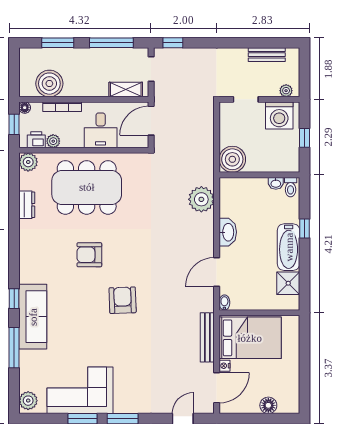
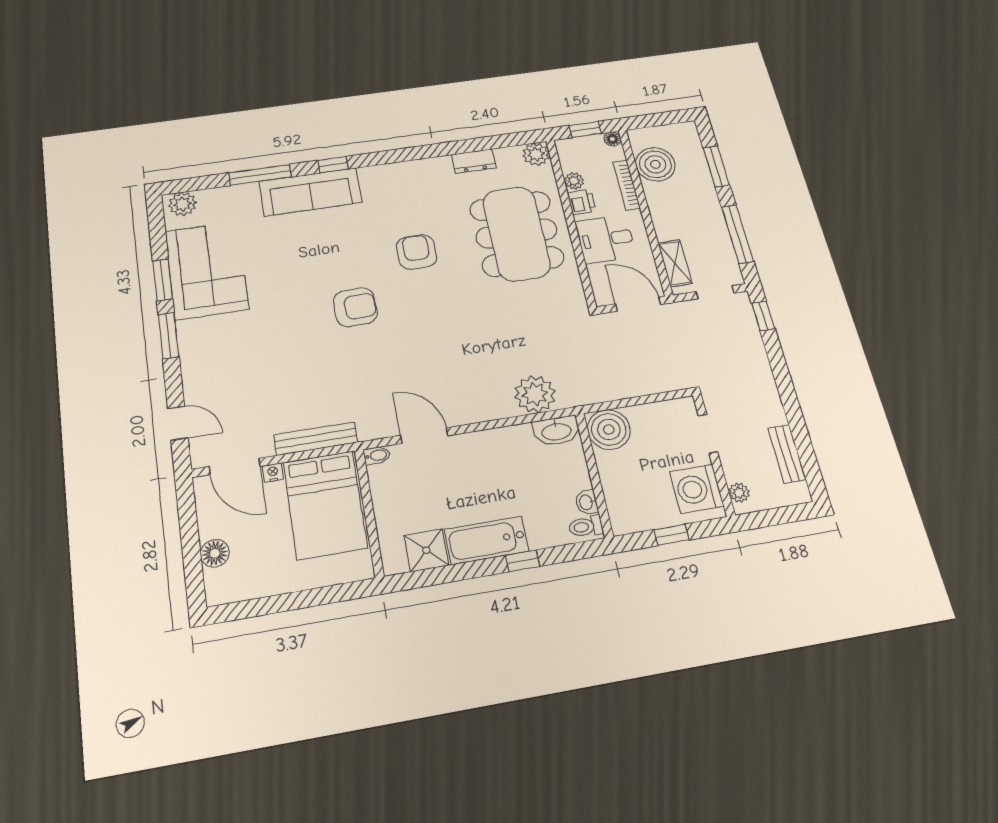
printer: (36, 140) -> (582, 202), moved
washbasin: (228, 232) -> (556, 431), moved

